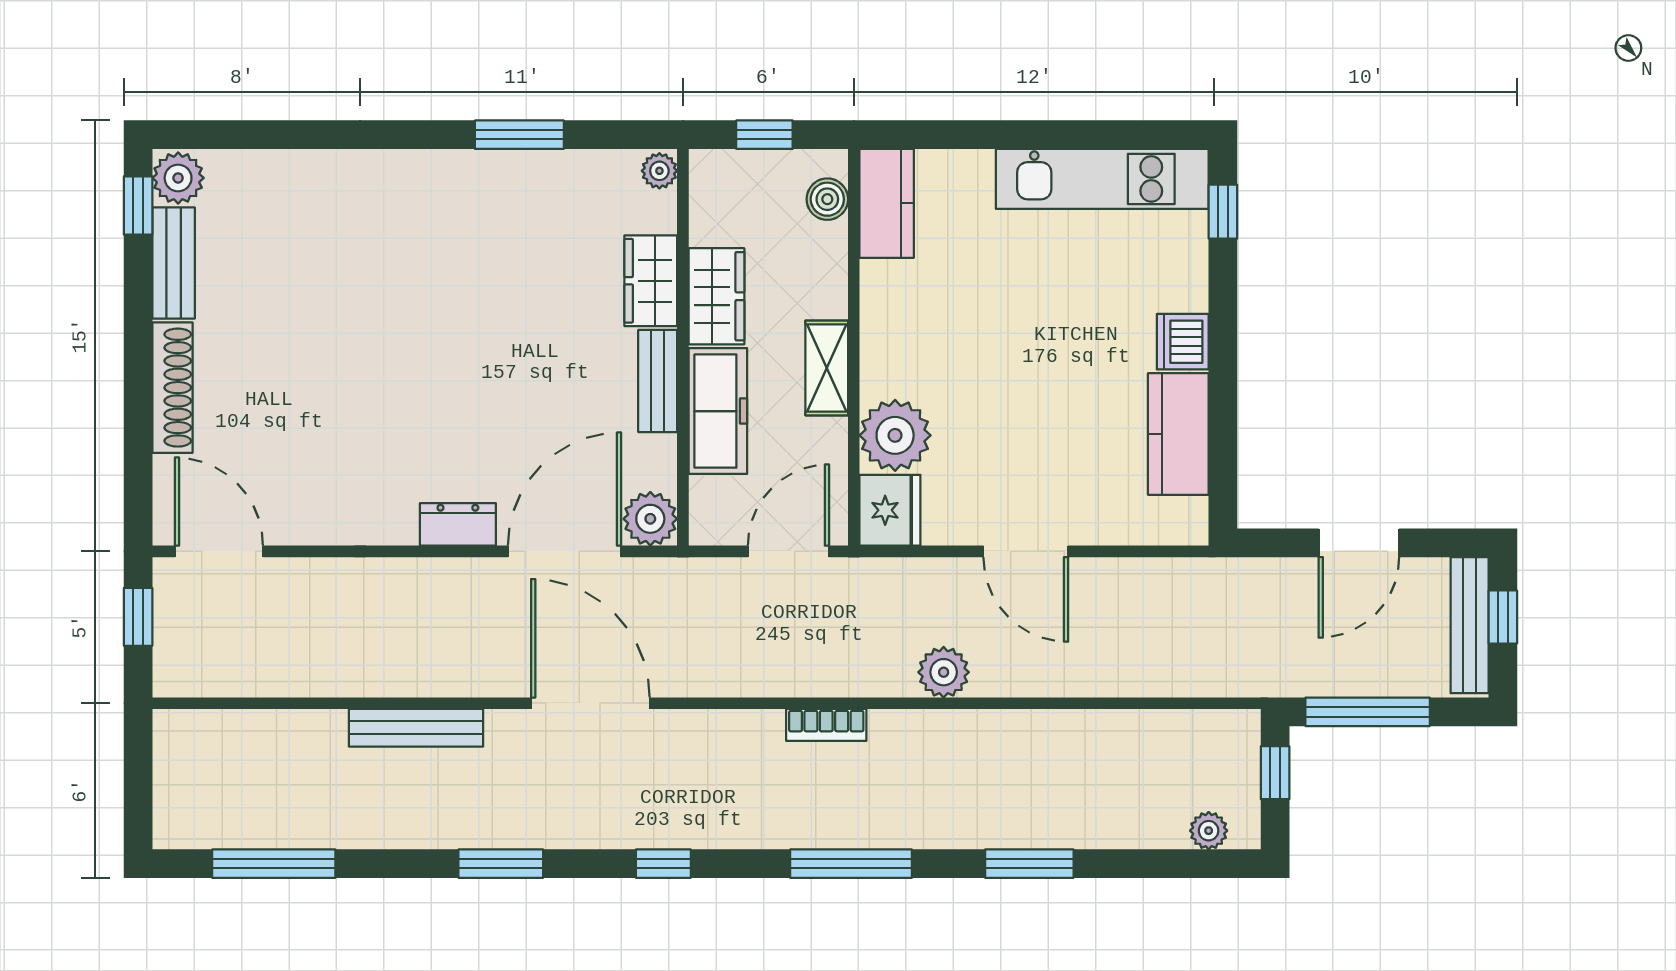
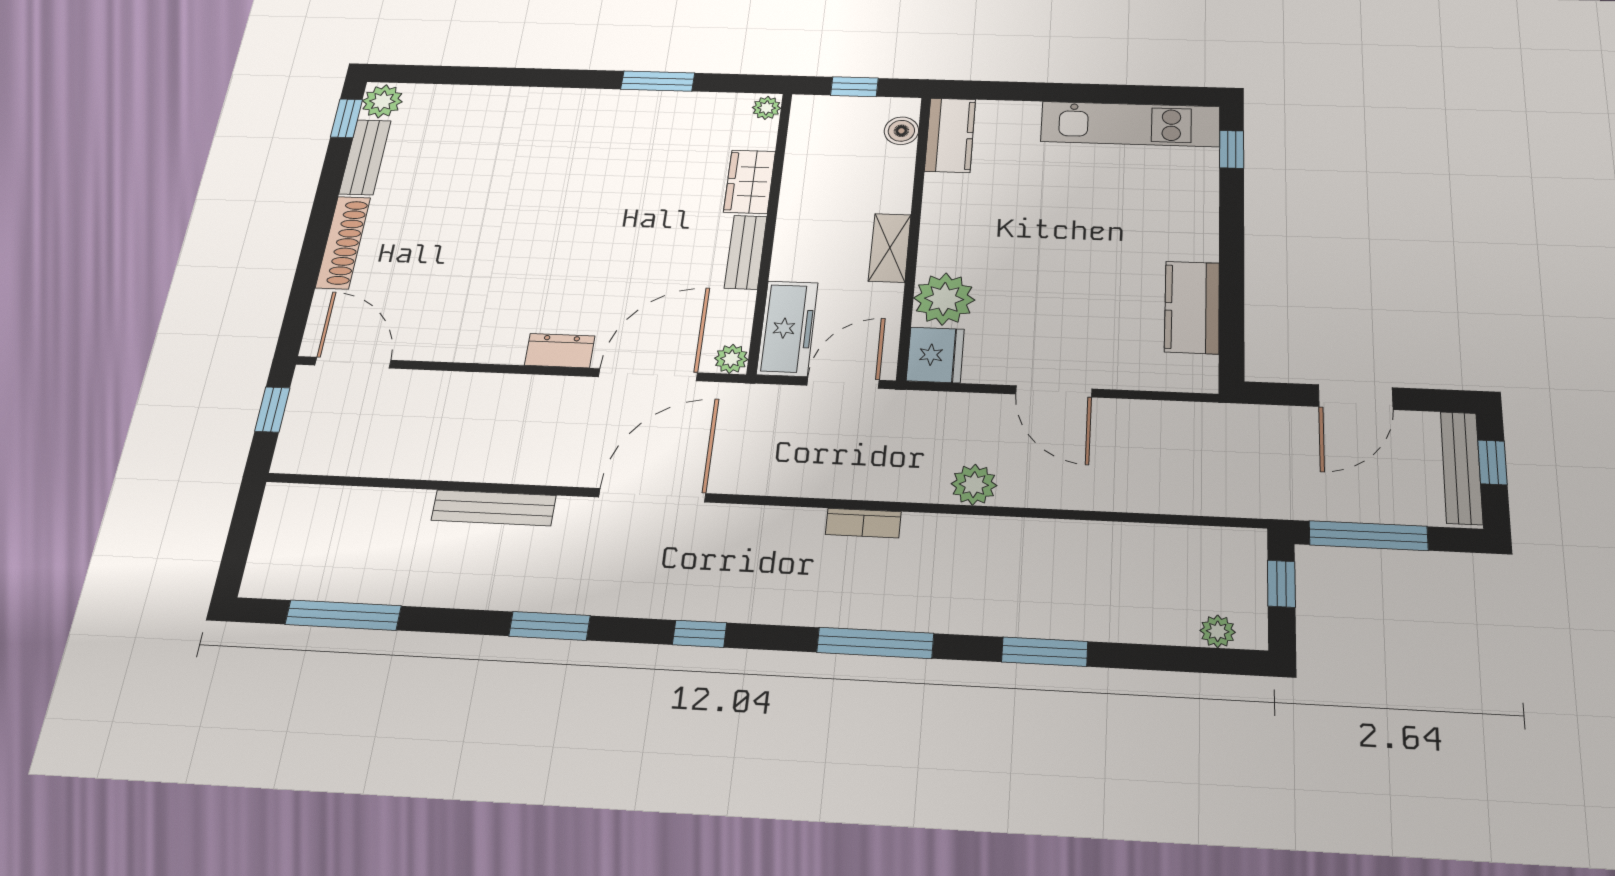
wardrobe: (716, 296) -> (802, 194), removed
dishwasher: (1183, 342) -> (1197, 240), removed
freezer: (718, 411) -> (787, 328), moved
plant: (650, 519) -> (731, 359), width x0.73, depth x0.73
door: (590, 703) -> (652, 495), hinge flipped

